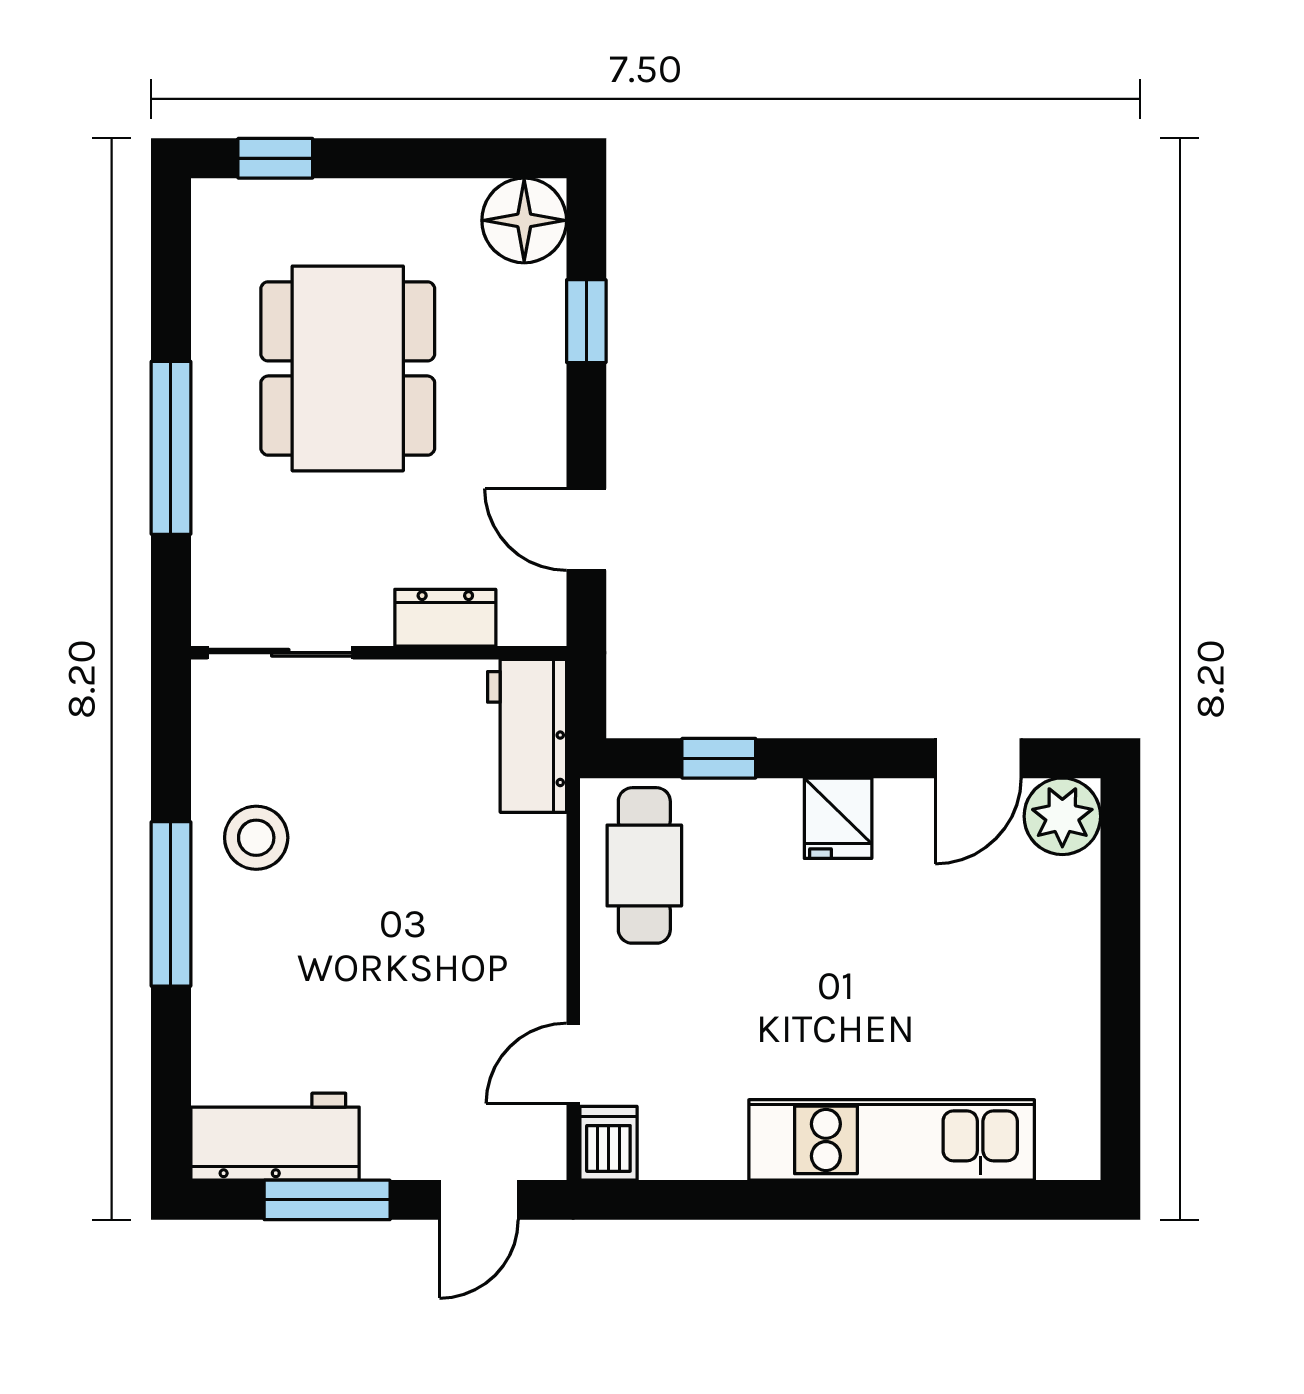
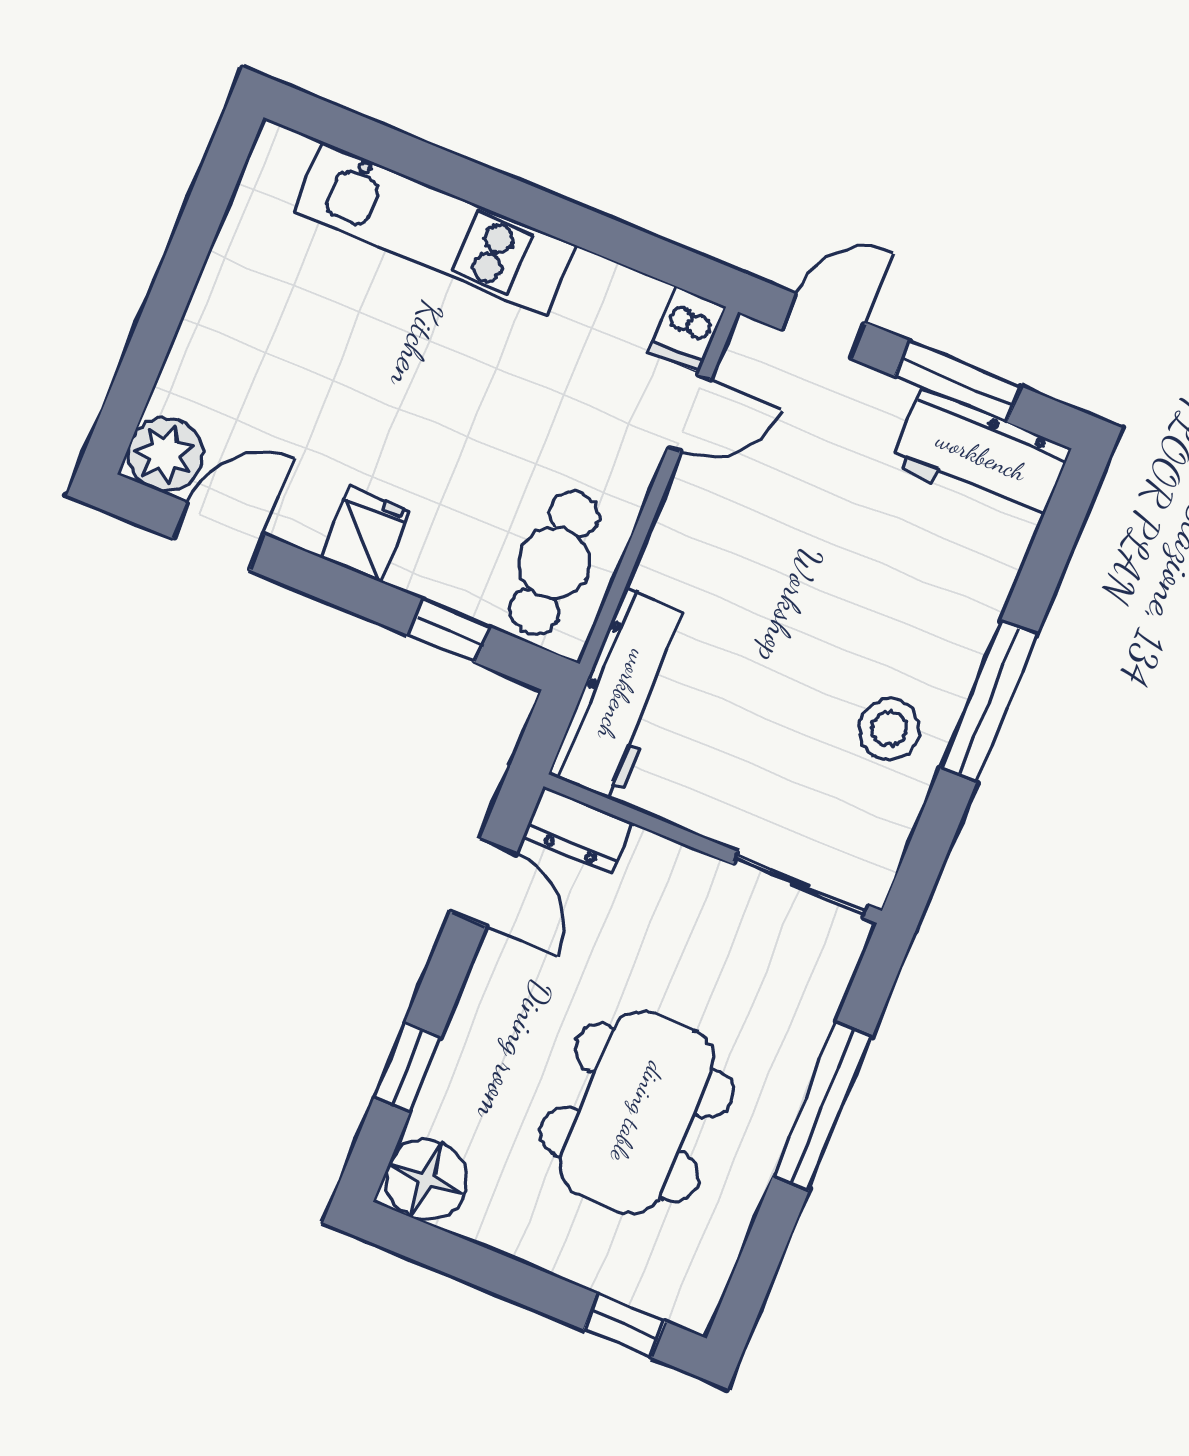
dresser: (445, 618) -> (578, 830), moved
workbench: (527, 736) -> (622, 695), width x1.38

